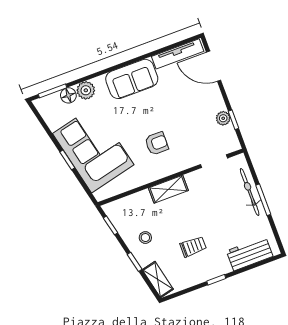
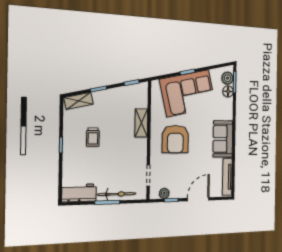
door: (214, 66) -> (198, 199), moved
plant: (86, 90) -> (227, 78), moved
plant: (223, 118) -> (164, 193), moved
armchair: (157, 143) -> (175, 139), width x1.88, depth x1.88
shelving: (168, 189) -> (141, 123), moved
stool: (145, 238) -> (113, 104), removed
workbench: (250, 254) -> (79, 193), moved, turned -90

